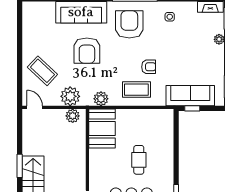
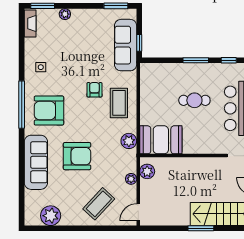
plant: (31, 26) -> (51, 216), added
plant: (70, 96) -> (131, 179), width x0.53, depth x0.53
window: (176, 161) -> (196, 60), added

